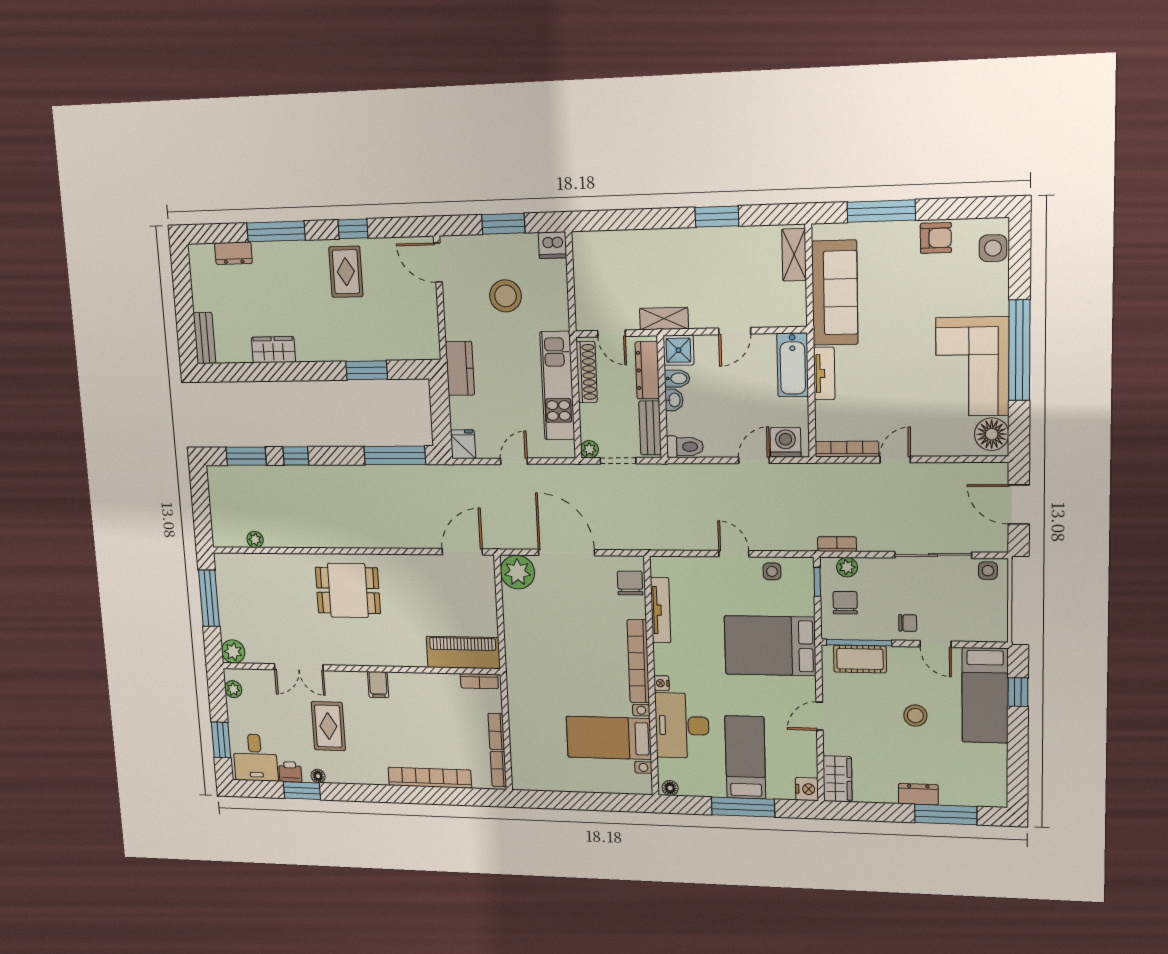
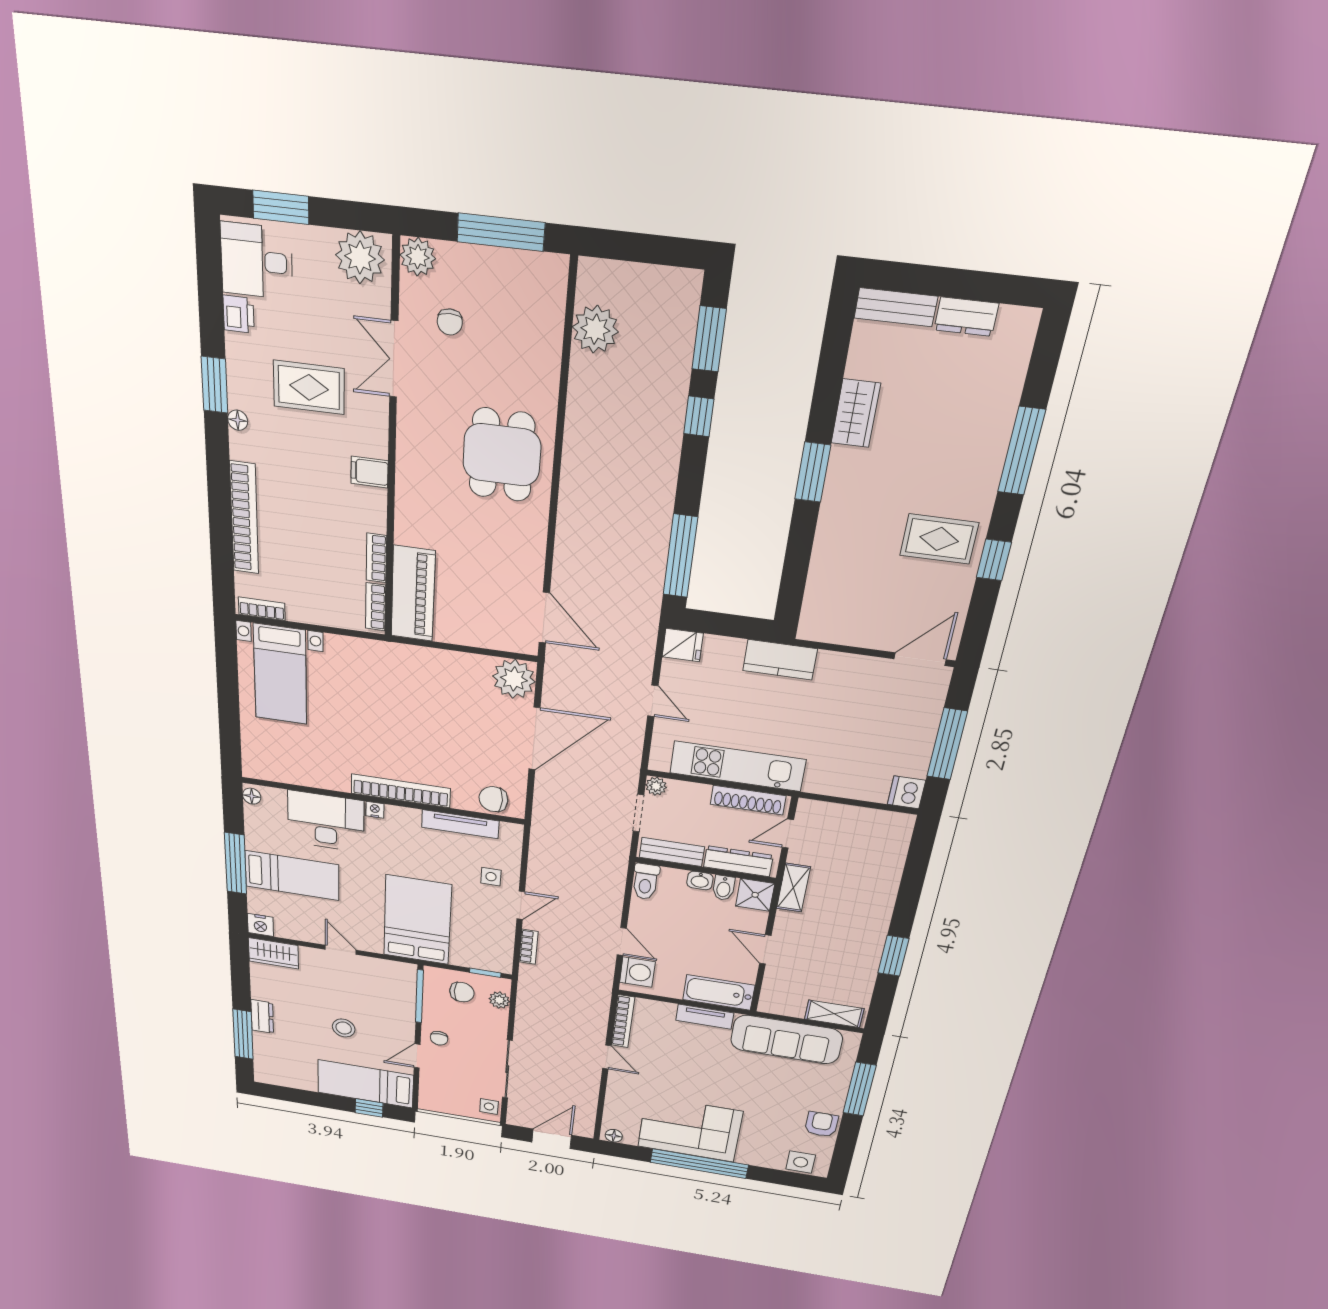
window: (503, 224) -> (947, 744), width x1.44
armchair: (936, 238) -> (821, 1124), turned 180
dresser: (233, 253) -> (966, 317), moved, turned -90
stool: (505, 296) -> (859, 730), removed
window: (367, 370) -> (813, 472), moved
floor lamp: (992, 434) -> (614, 1136), width x0.53, depth x0.53
plant: (255, 539) -> (595, 329), width x1.88, depth x1.88
bookcase: (837, 544) -> (529, 947), moved
side table: (772, 571) -> (491, 877), moved
chair: (630, 583) -> (493, 799), turned 180
chair: (268, 630) -> (450, 322), added
cot: (860, 659) -> (402, 994), removed
plant: (233, 689) -> (360, 257), width x1.88, depth x1.88
bookcase: (496, 731) -> (376, 558), moved, turned -90
bed with nightstands: (609, 738) -> (280, 674), moved, turned 180
floor lamp: (318, 776) -> (238, 420), moved
window: (302, 791) -> (215, 385), moved

